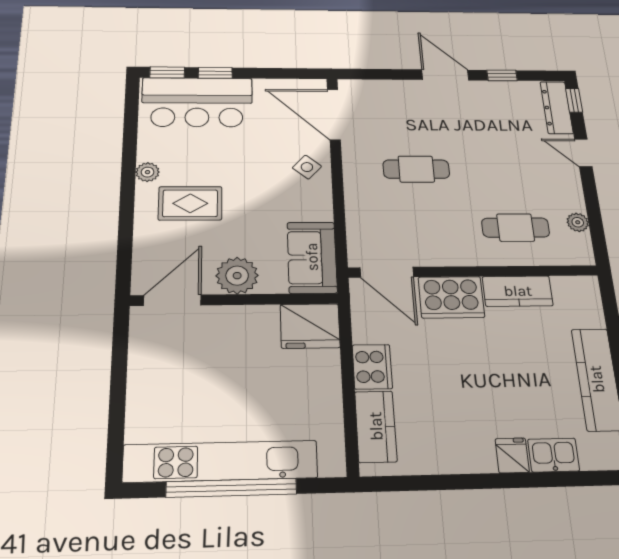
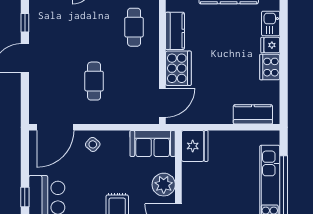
cooker: (372, 367) -> (270, 67), moved, turned -90

